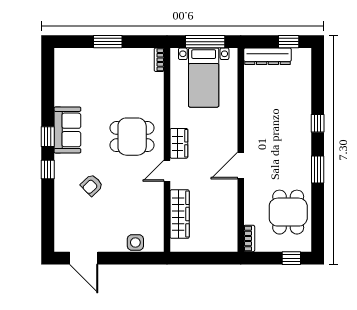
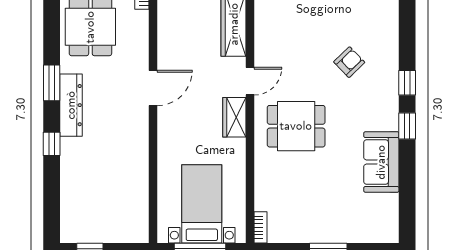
dresser: (268, 56) -> (71, 105), moved, turned 90
sofa: (67, 130) -> (381, 162), moved

